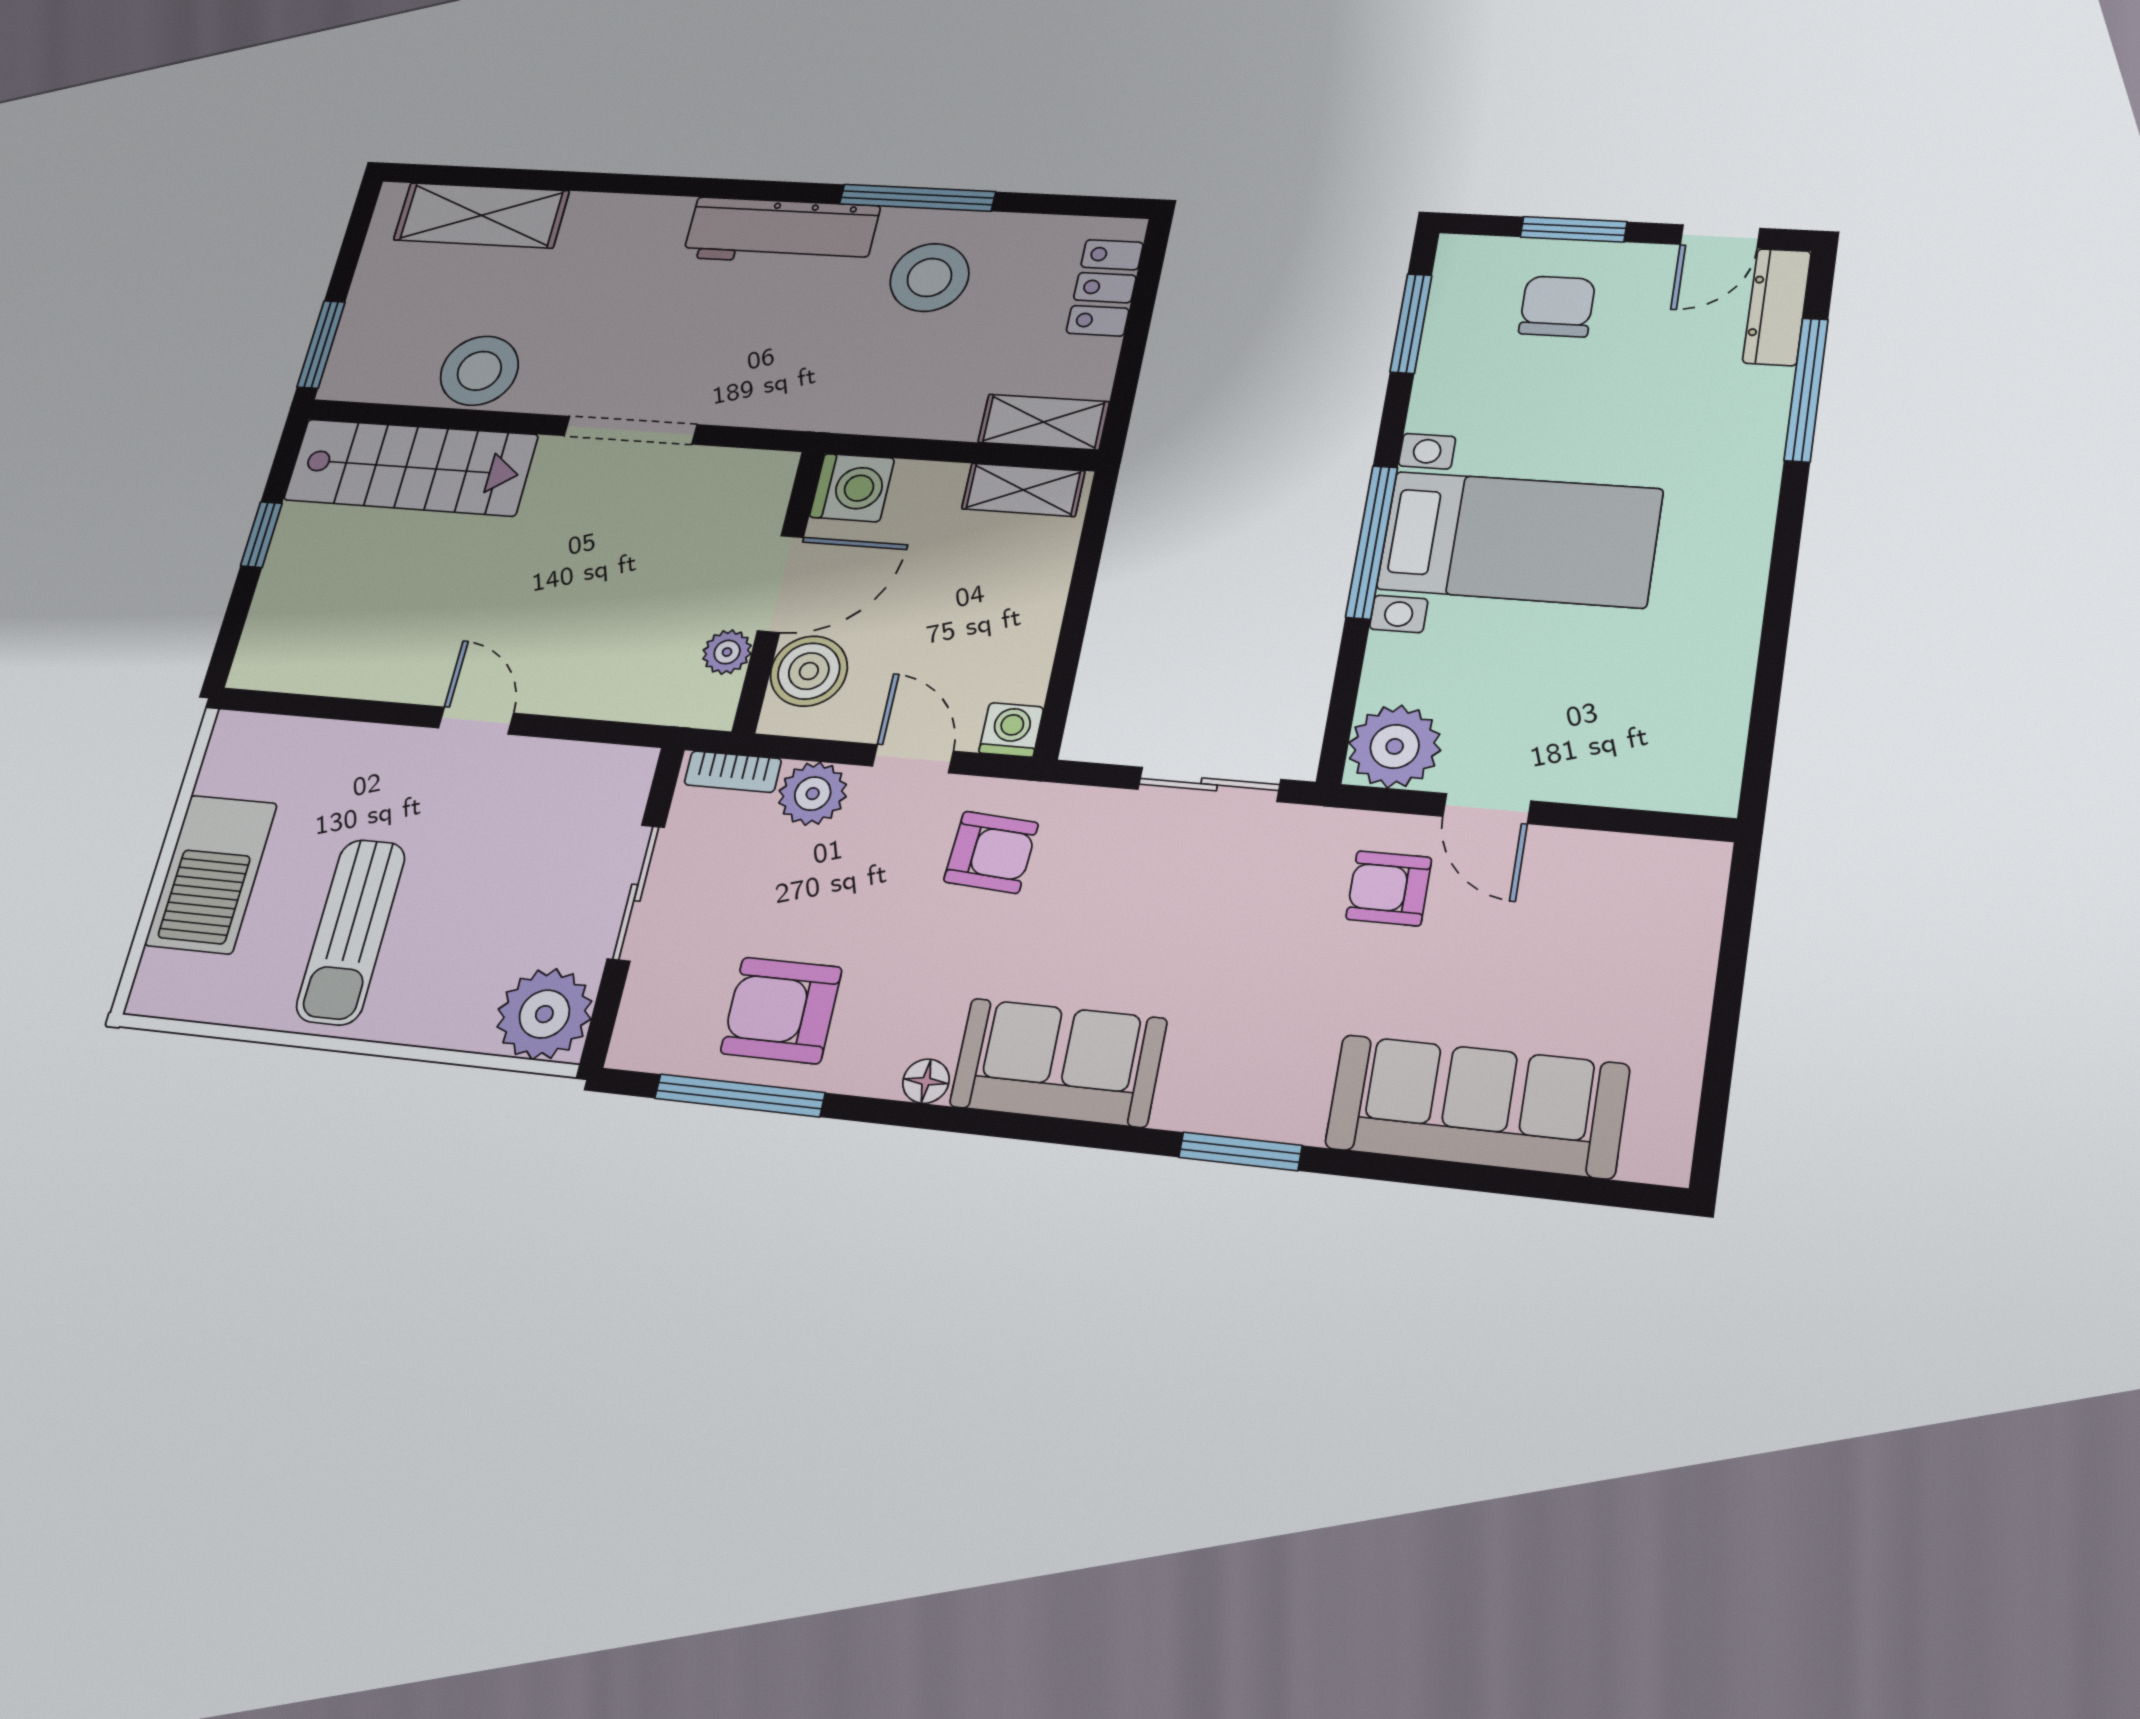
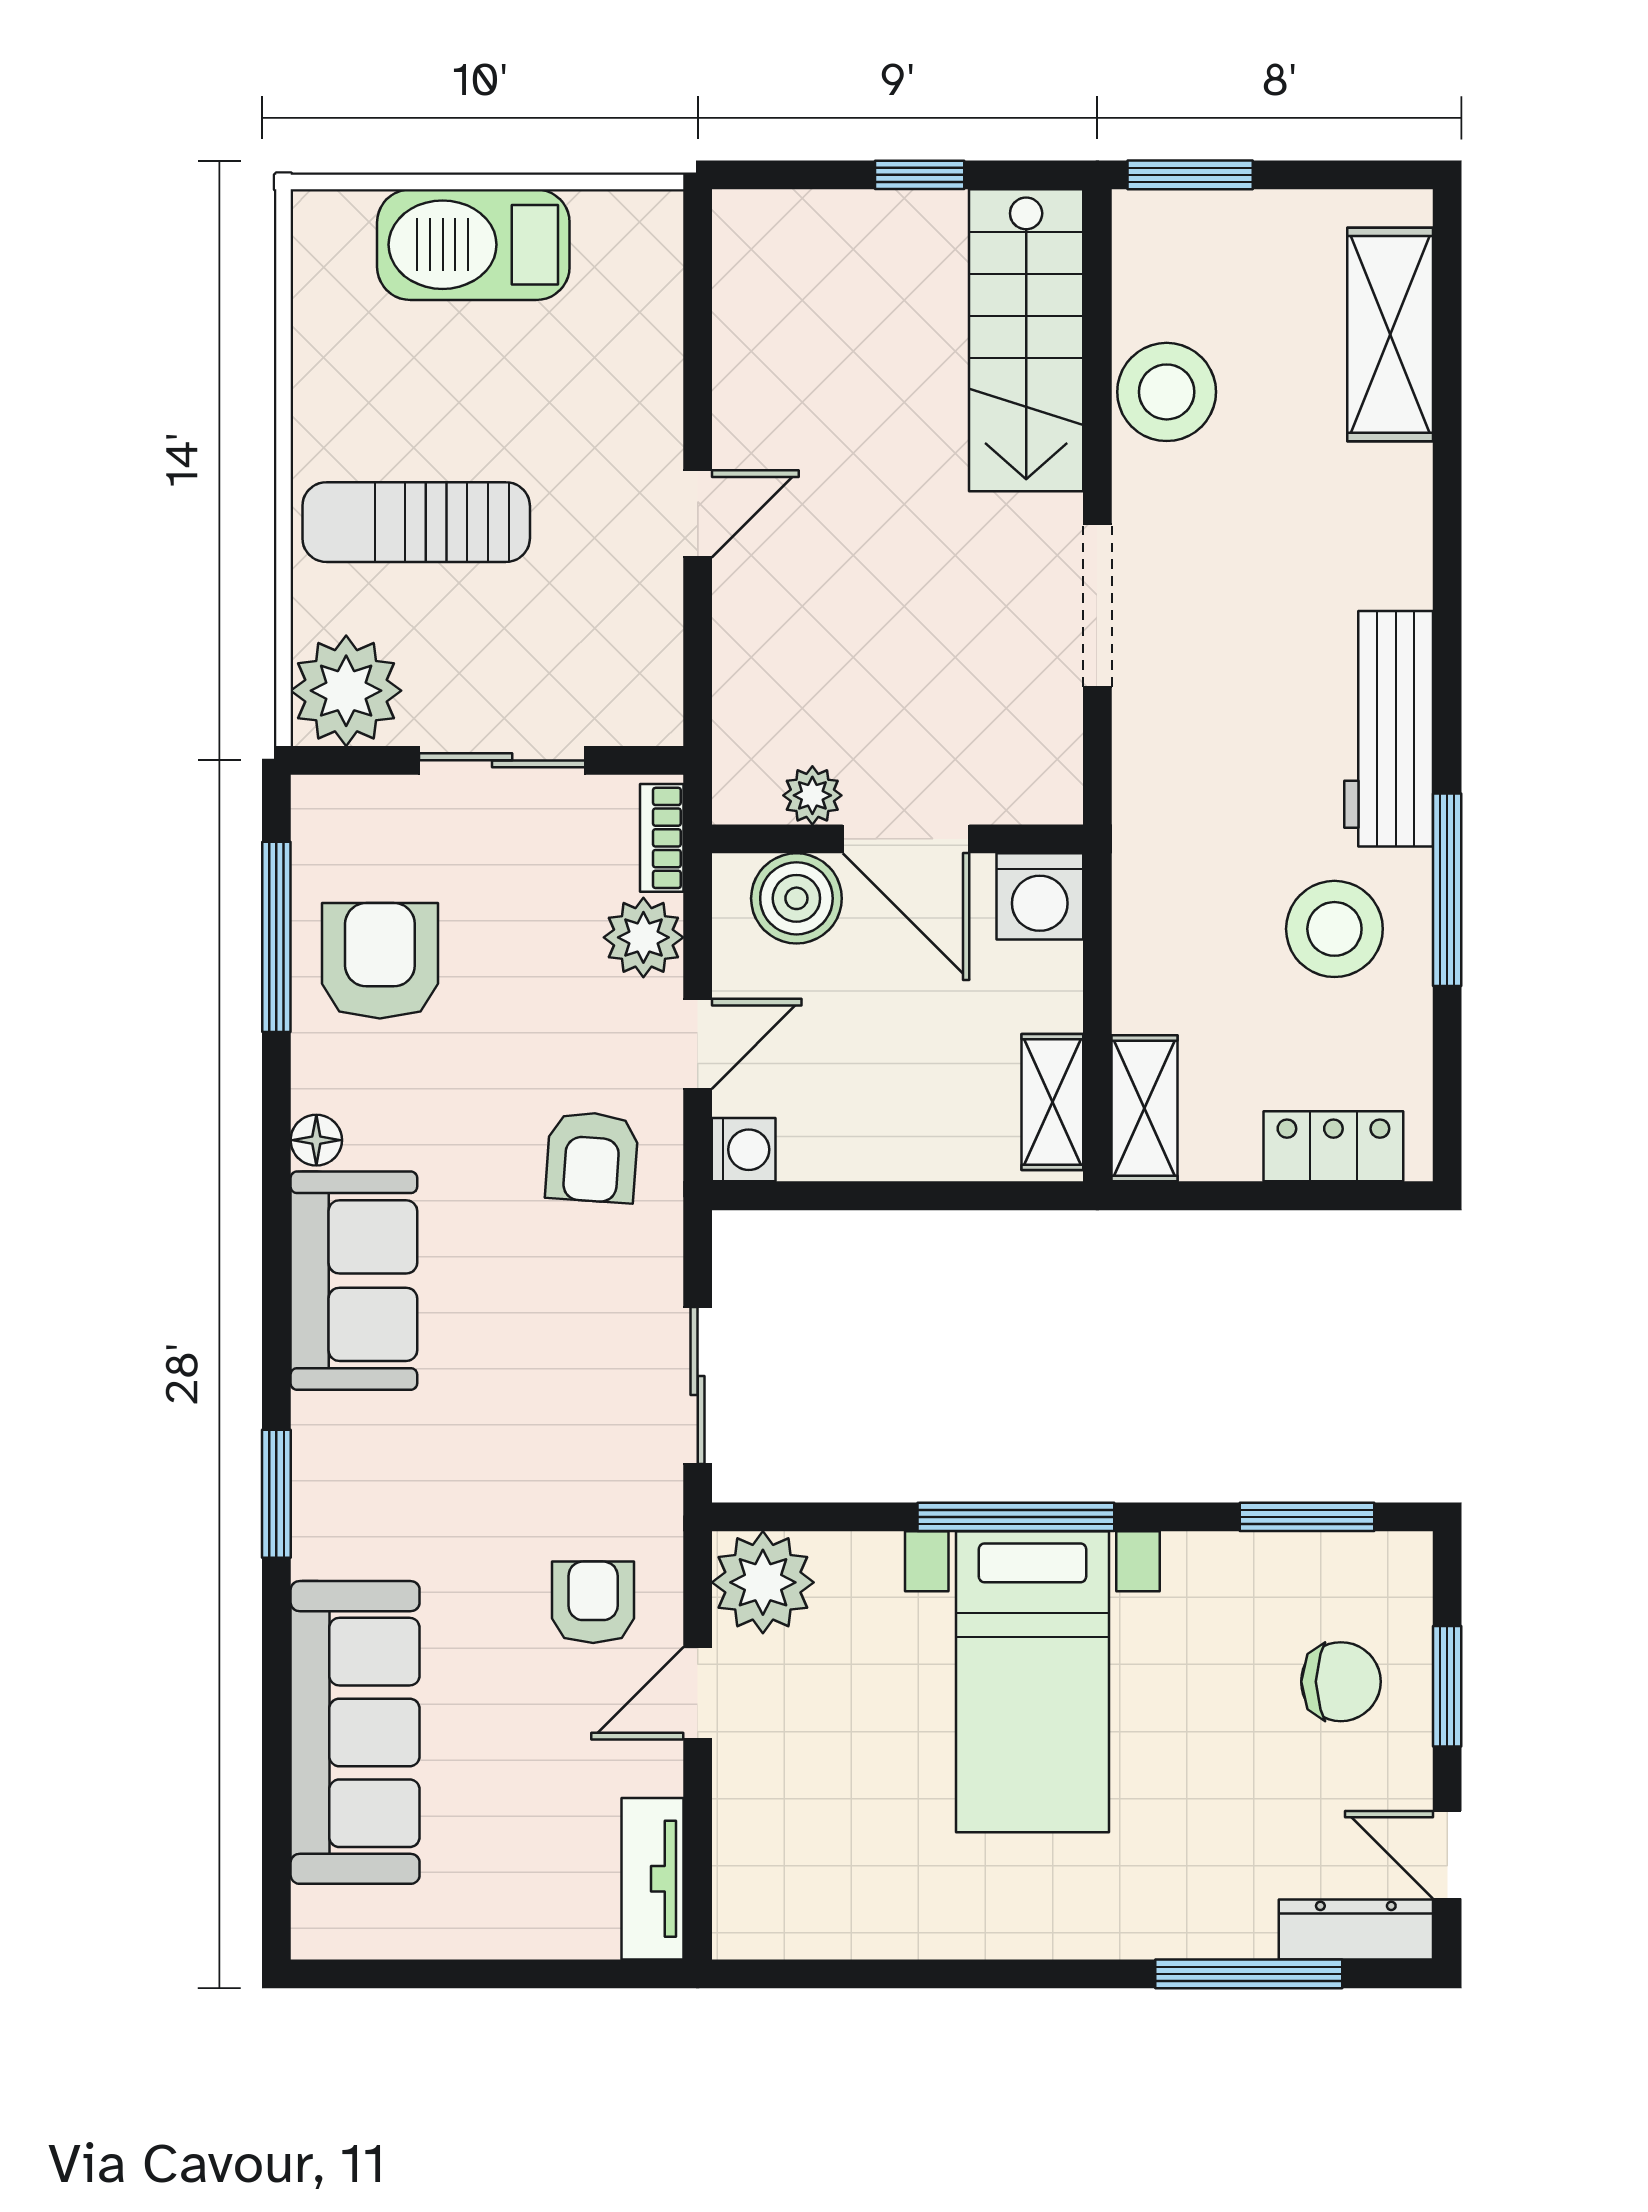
tv unit: (1654, 862) -> (652, 1879), added
sun lounger: (351, 932) -> (416, 522), moved

